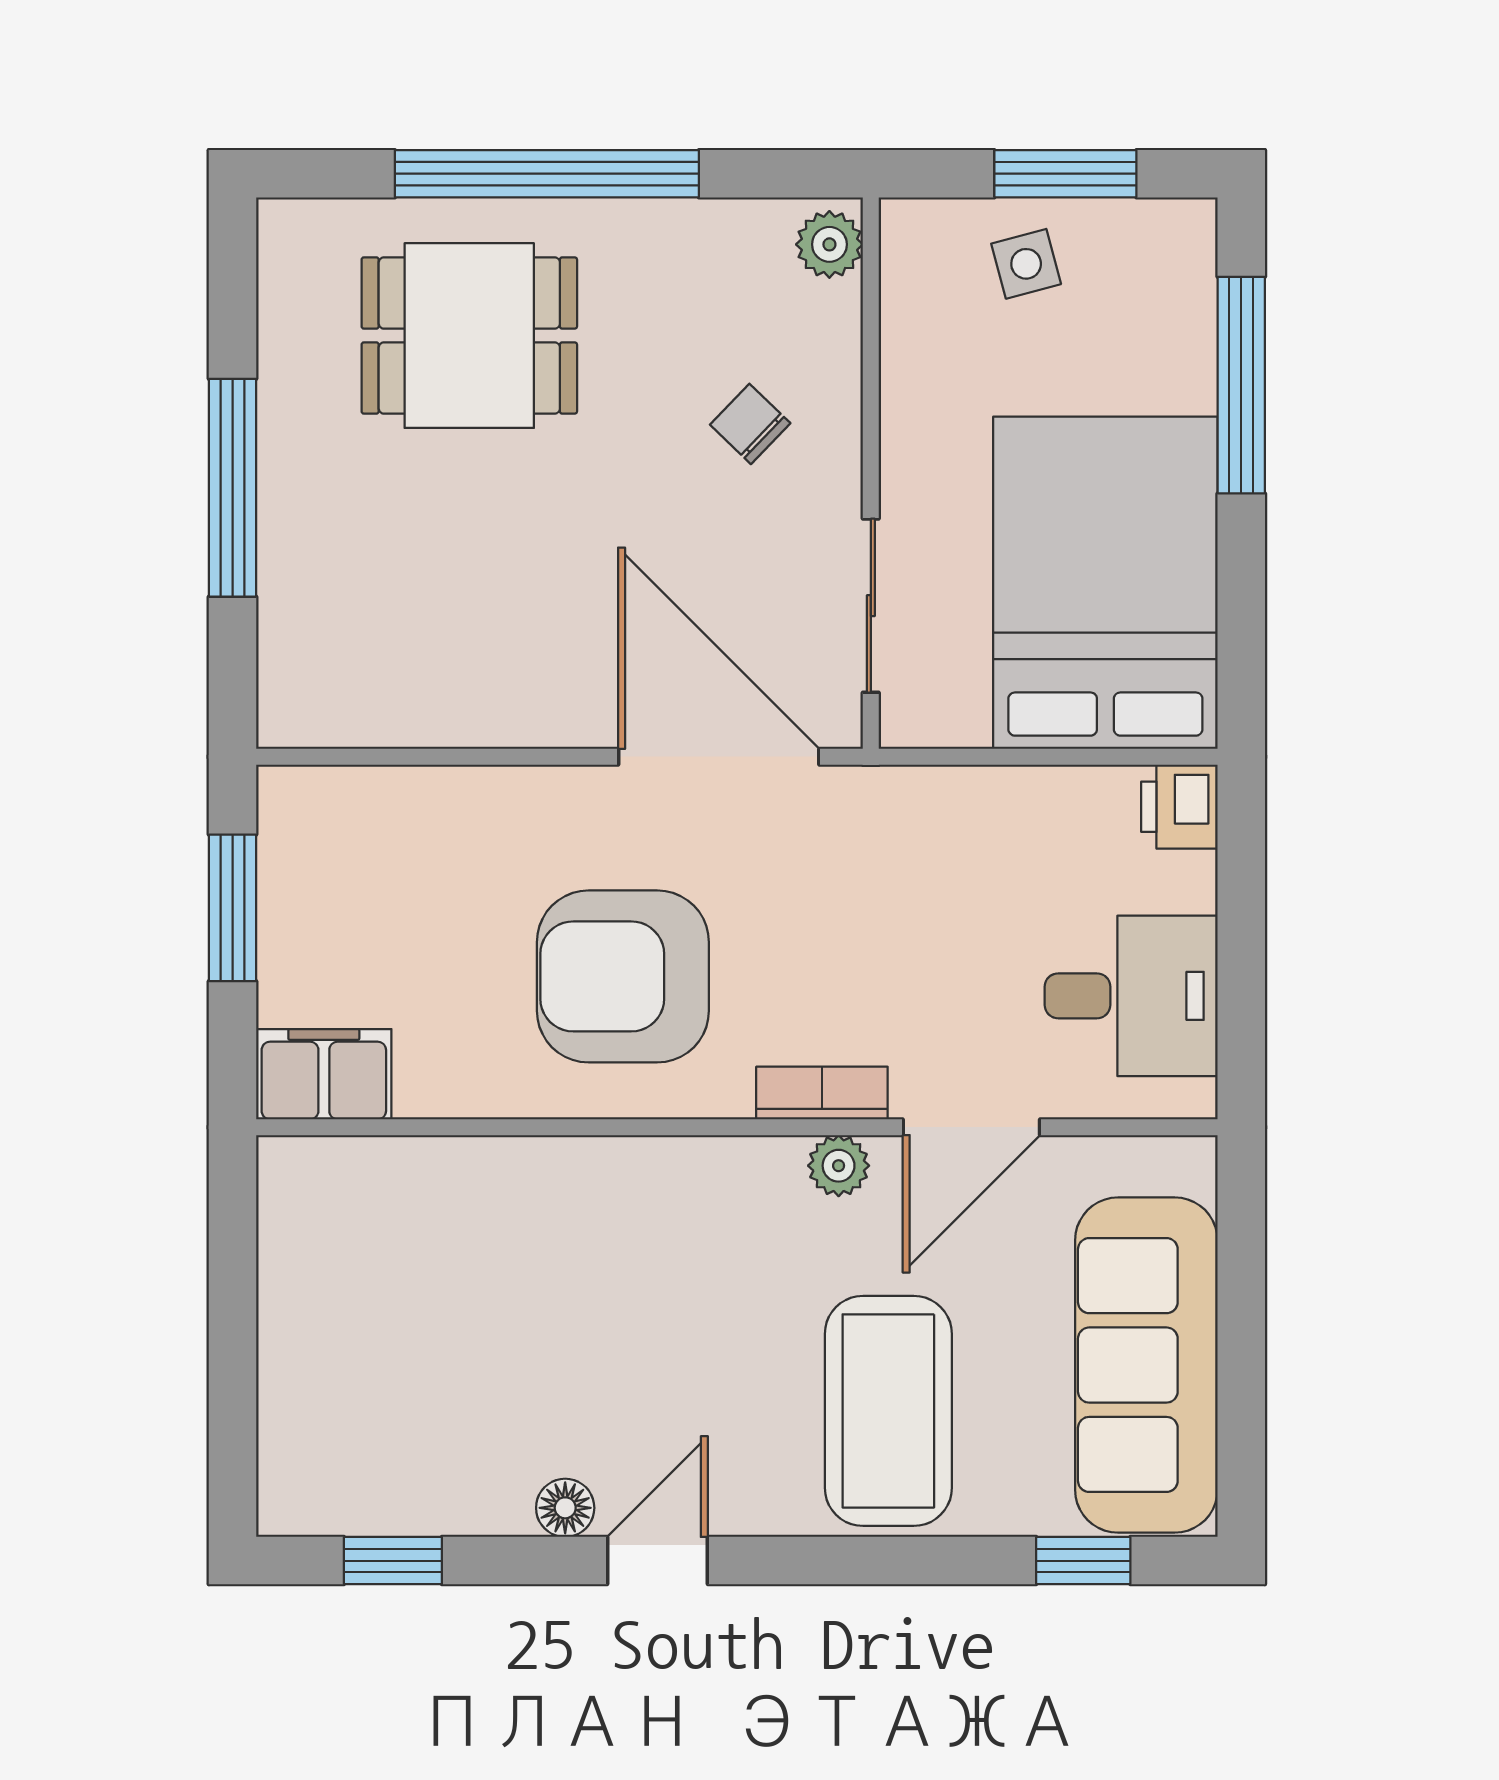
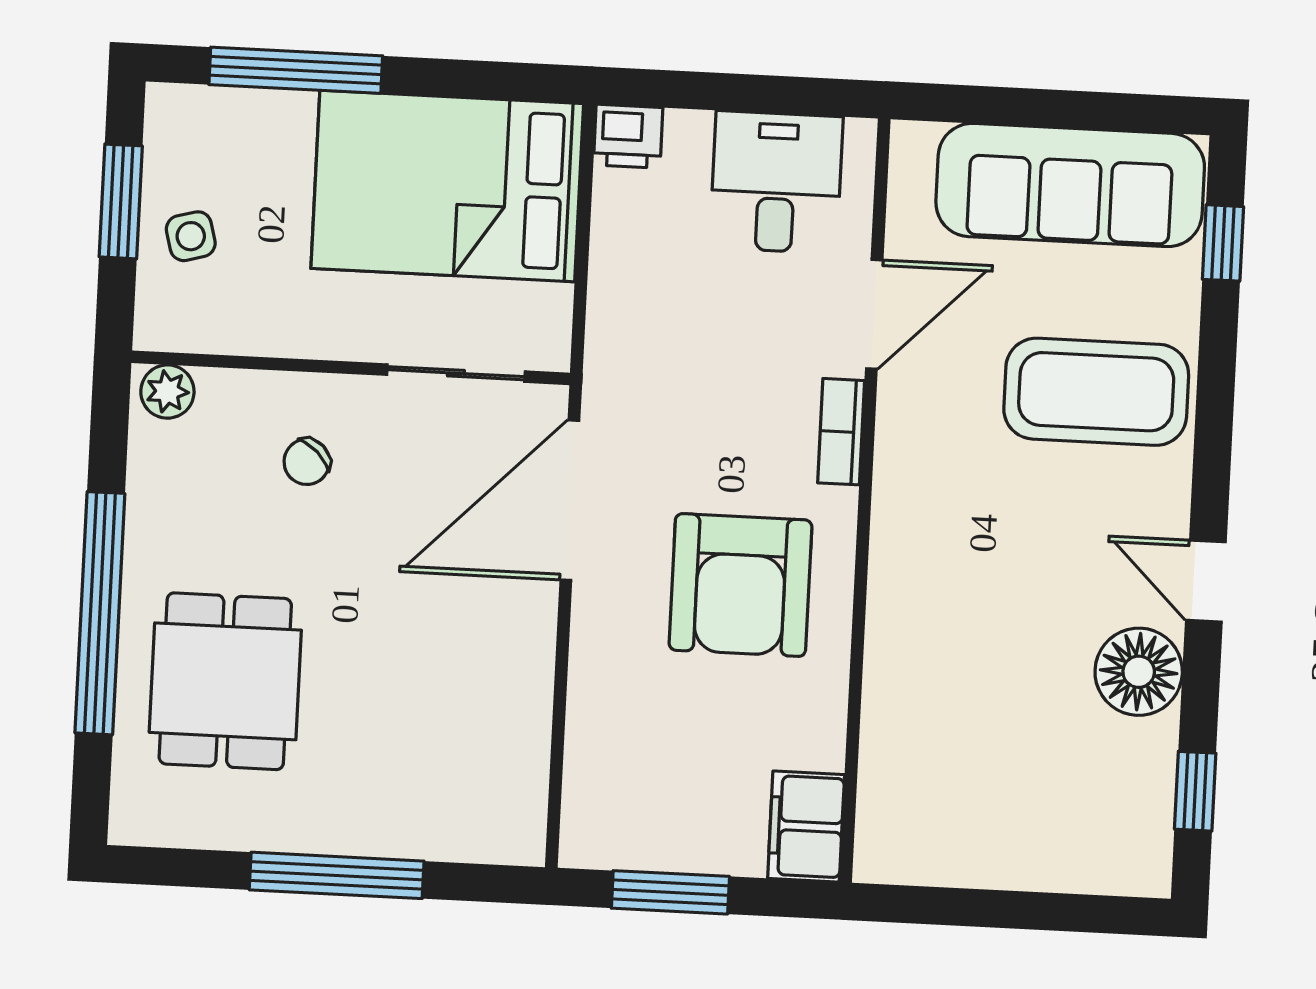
door: (971, 1127) -> (874, 314), hinge flipped
plant: (839, 1166) -> (899, 421), removed
floor lamp: (565, 1508) -> (1139, 672), width x1.89, depth x1.89

